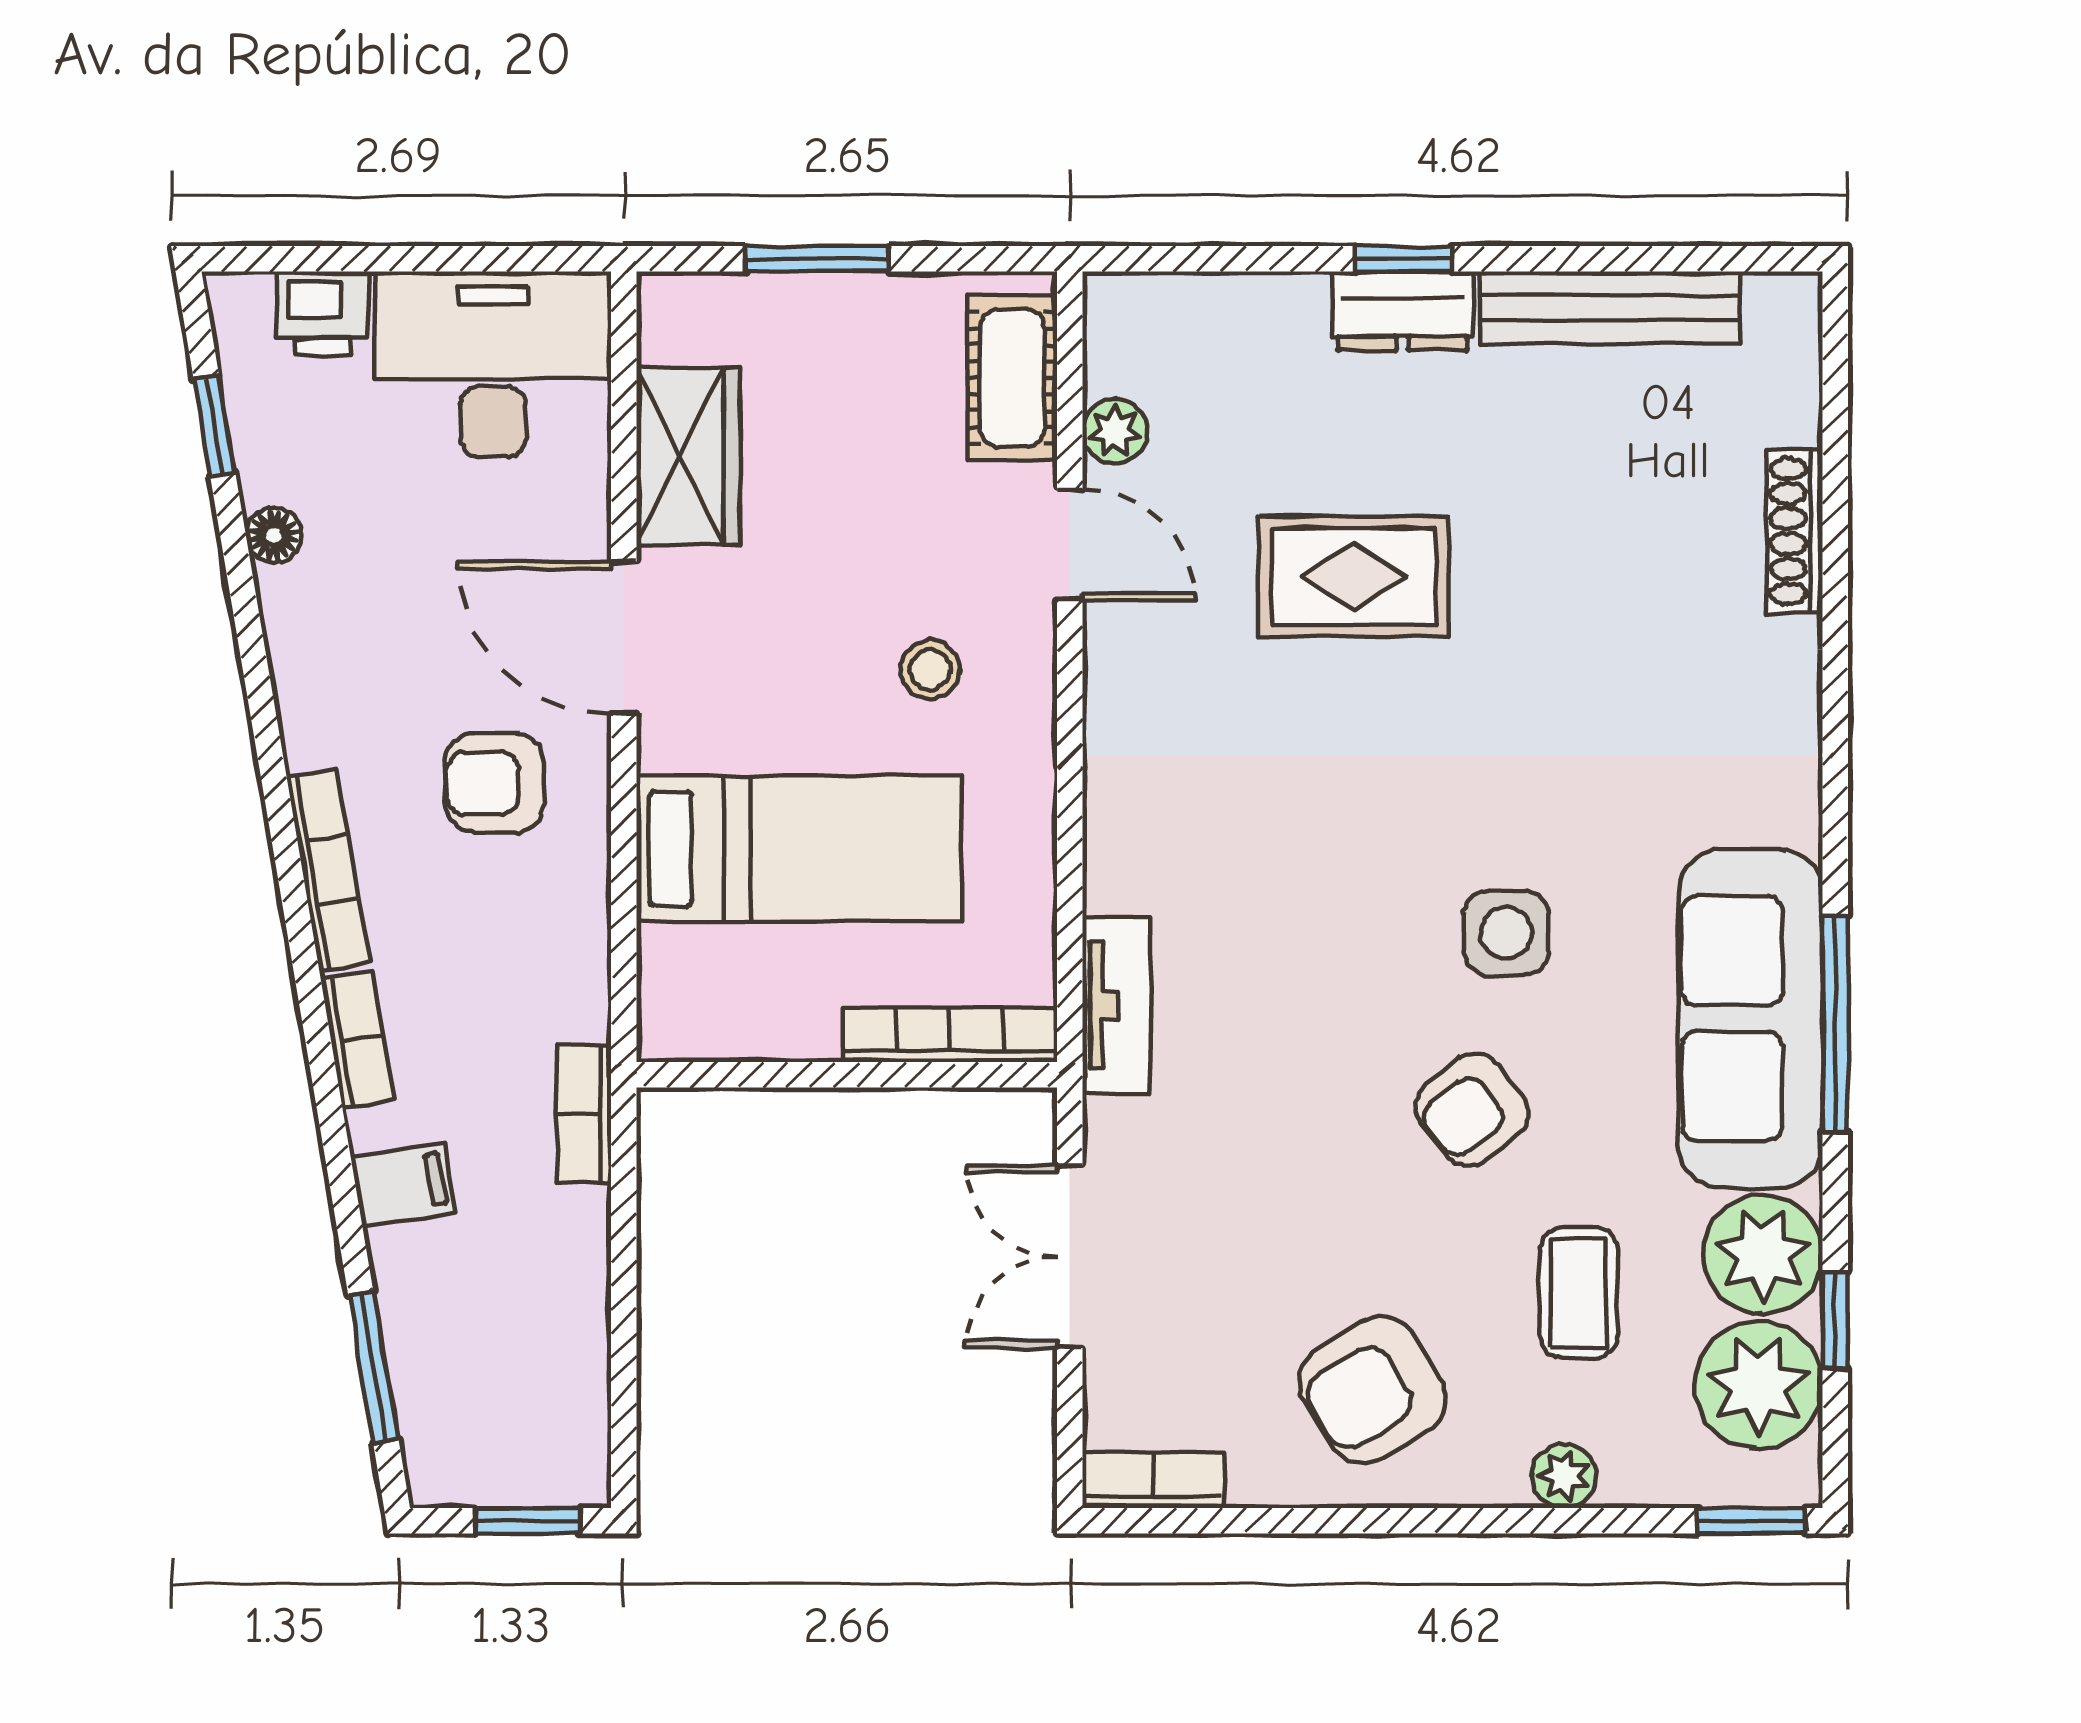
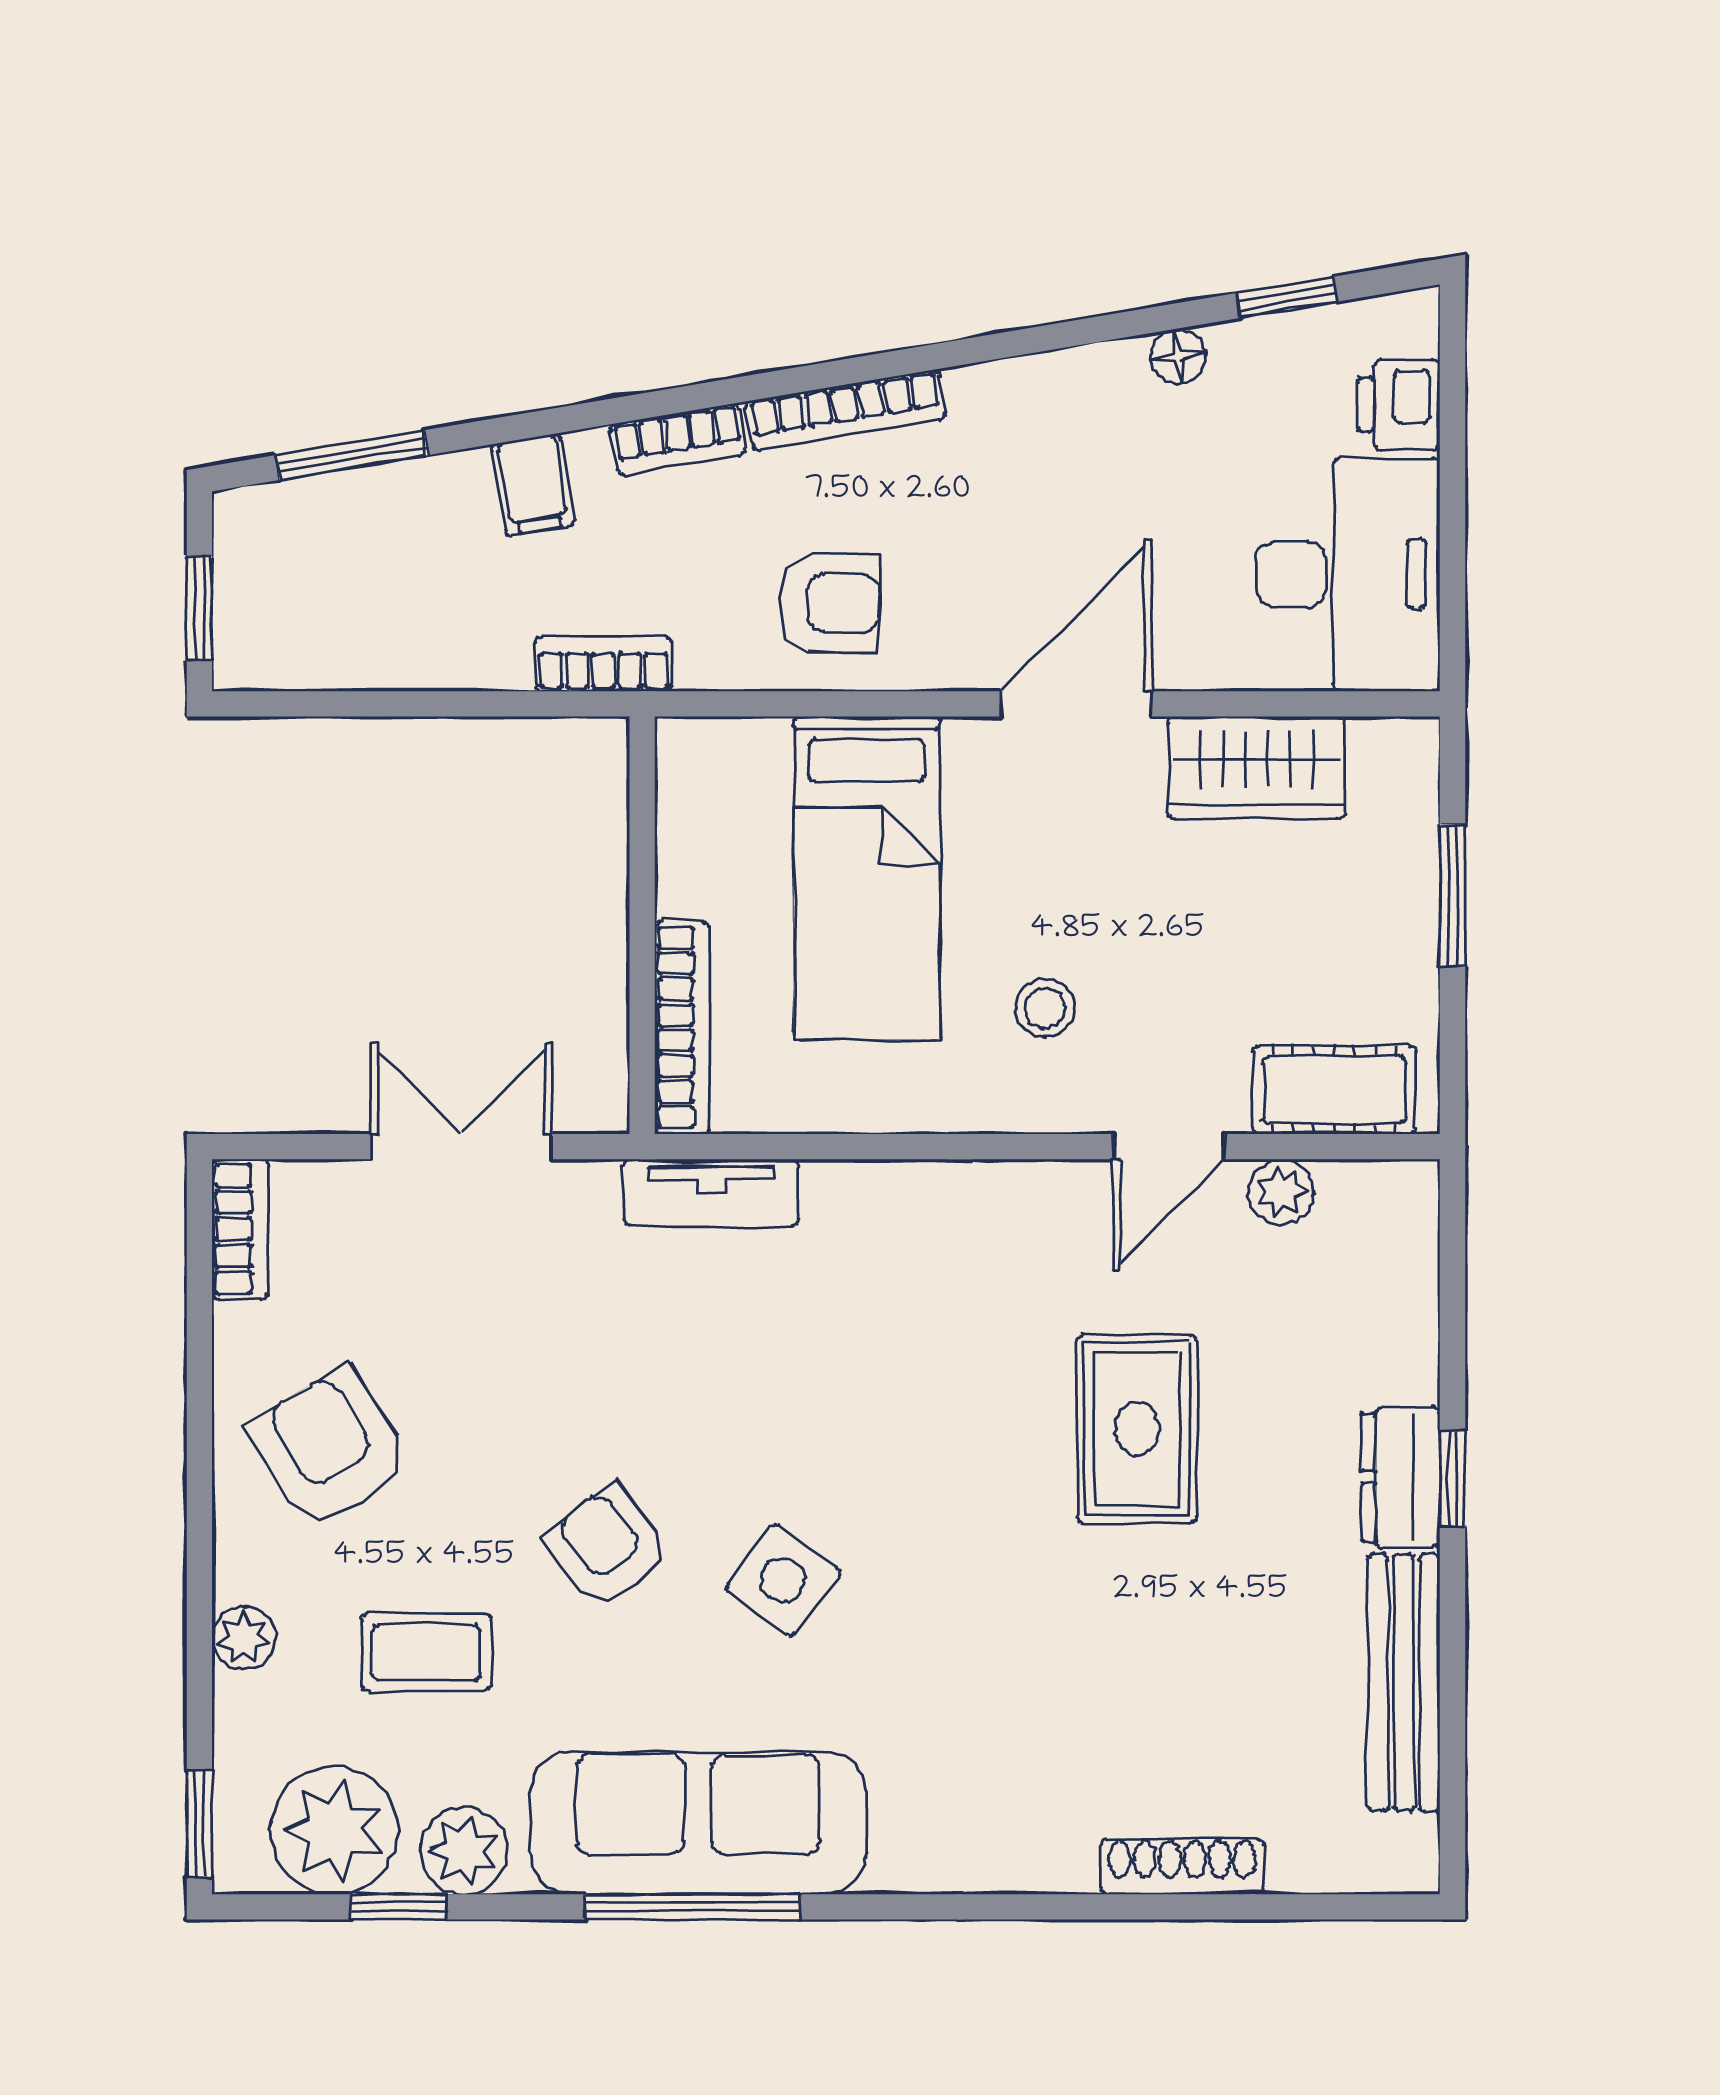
armchair: (495, 783) -> (829, 603), moved, turned 92
side table: (1506, 933) -> (783, 1580), turned 37
plant: (1763, 1254) -> (464, 1851), width x0.73, depth x0.73

